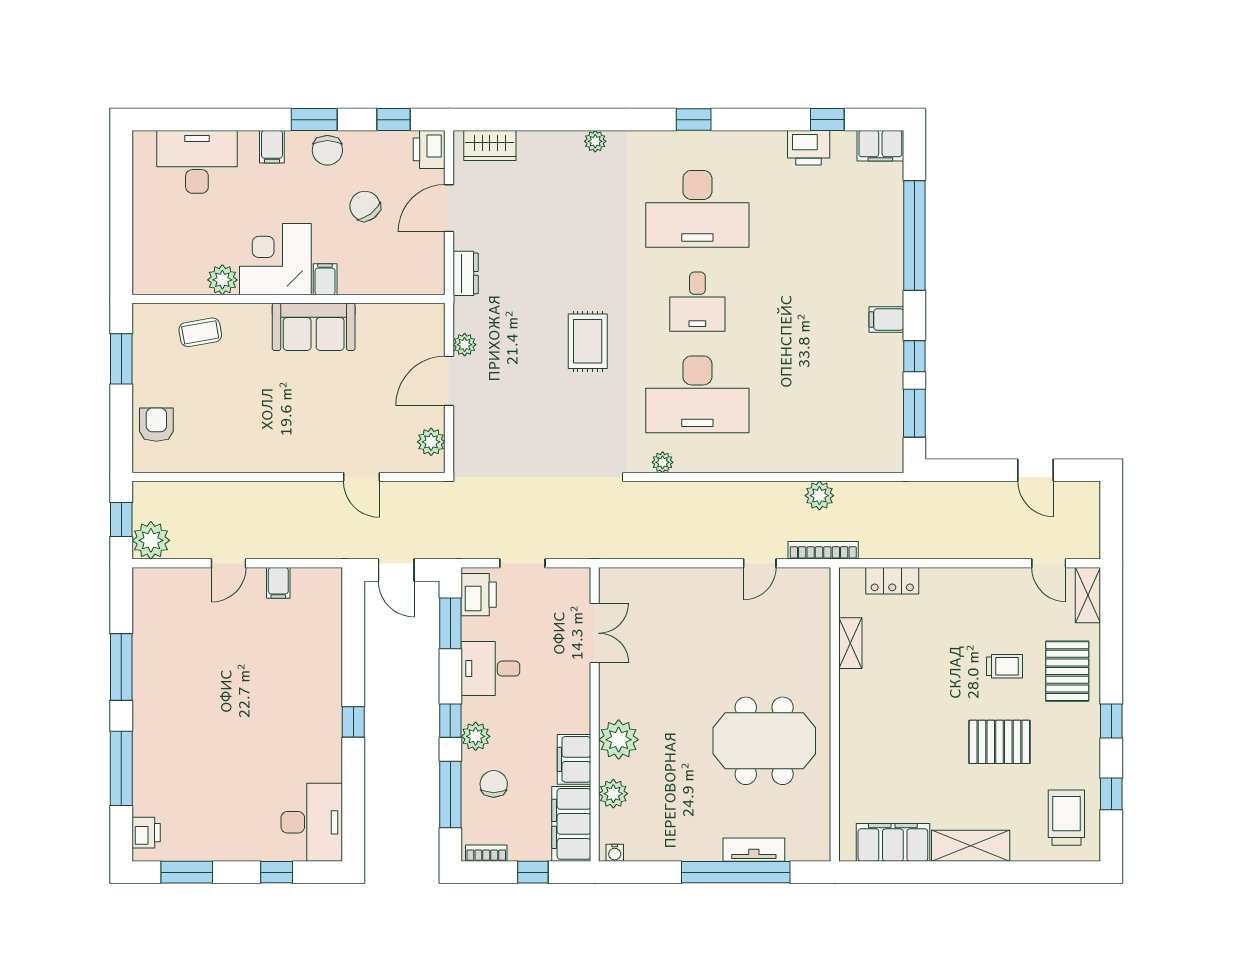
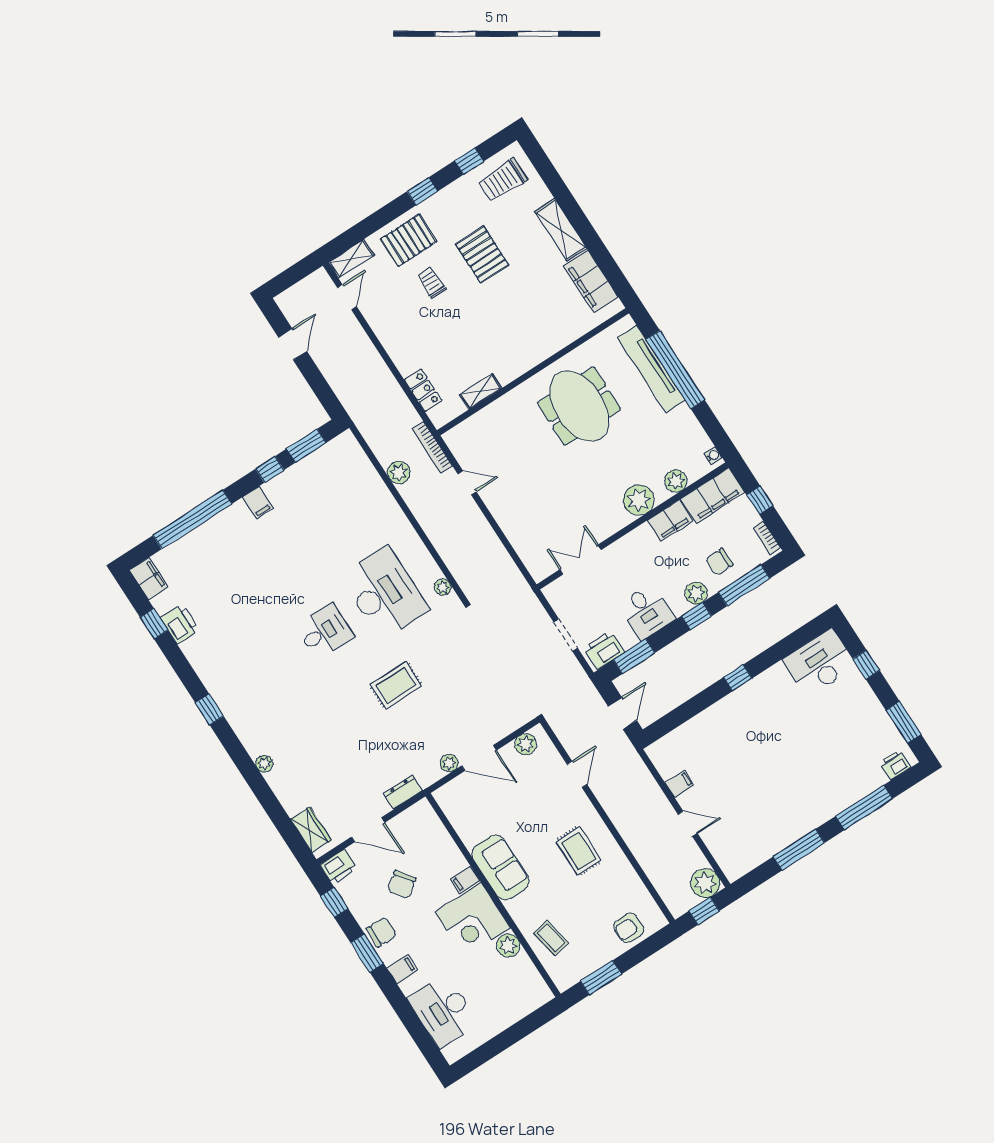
desk: (697, 209) -> (265, 670), removed
rug: (276, 424) -> (579, 851), added
tv unit: (754, 850) -> (651, 369), width x1.92, depth x1.29

